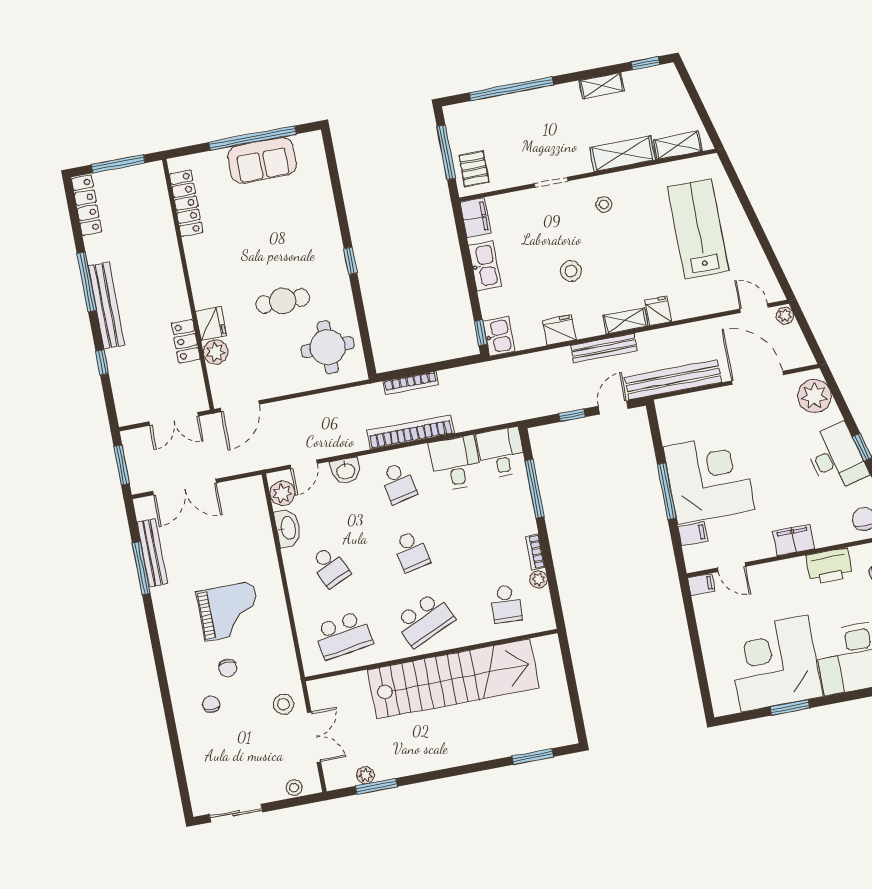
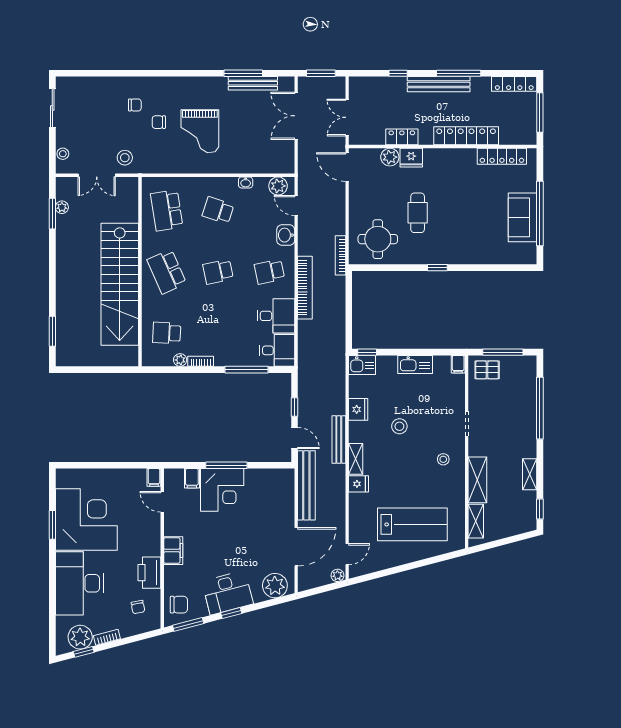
filing cabinet: (475, 218) -> (458, 364), width x0.50
locker: (168, 256) -> (466, 136), added
bookcase: (411, 383) -> (340, 255), moved
corner desk: (709, 478) -> (222, 490), width x0.74, depth x0.74
washbasin: (288, 528) -> (246, 182), width x0.52, depth x0.69
school desk: (330, 567) -> (218, 210), turned 42
door: (732, 567) -> (162, 502), hinge flipped

